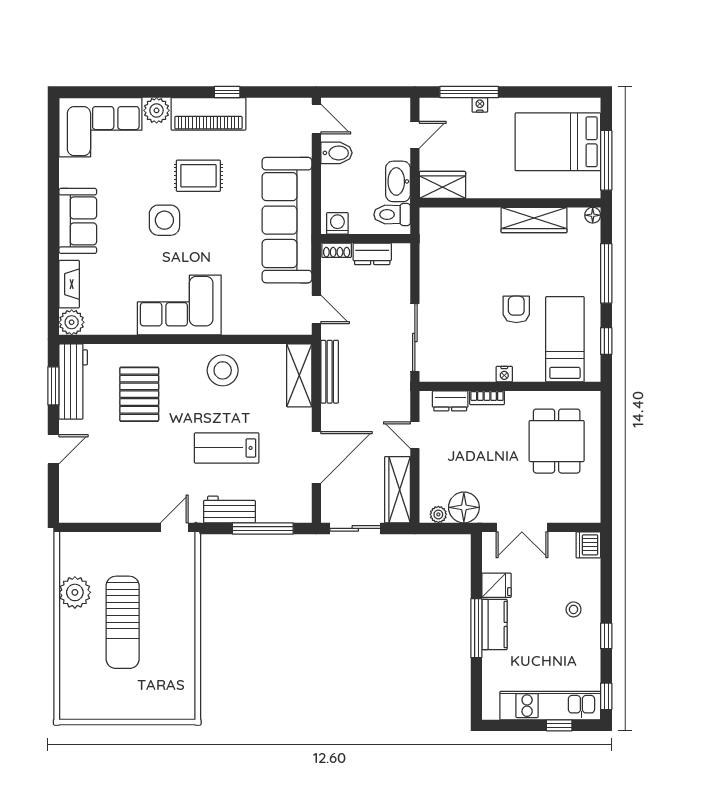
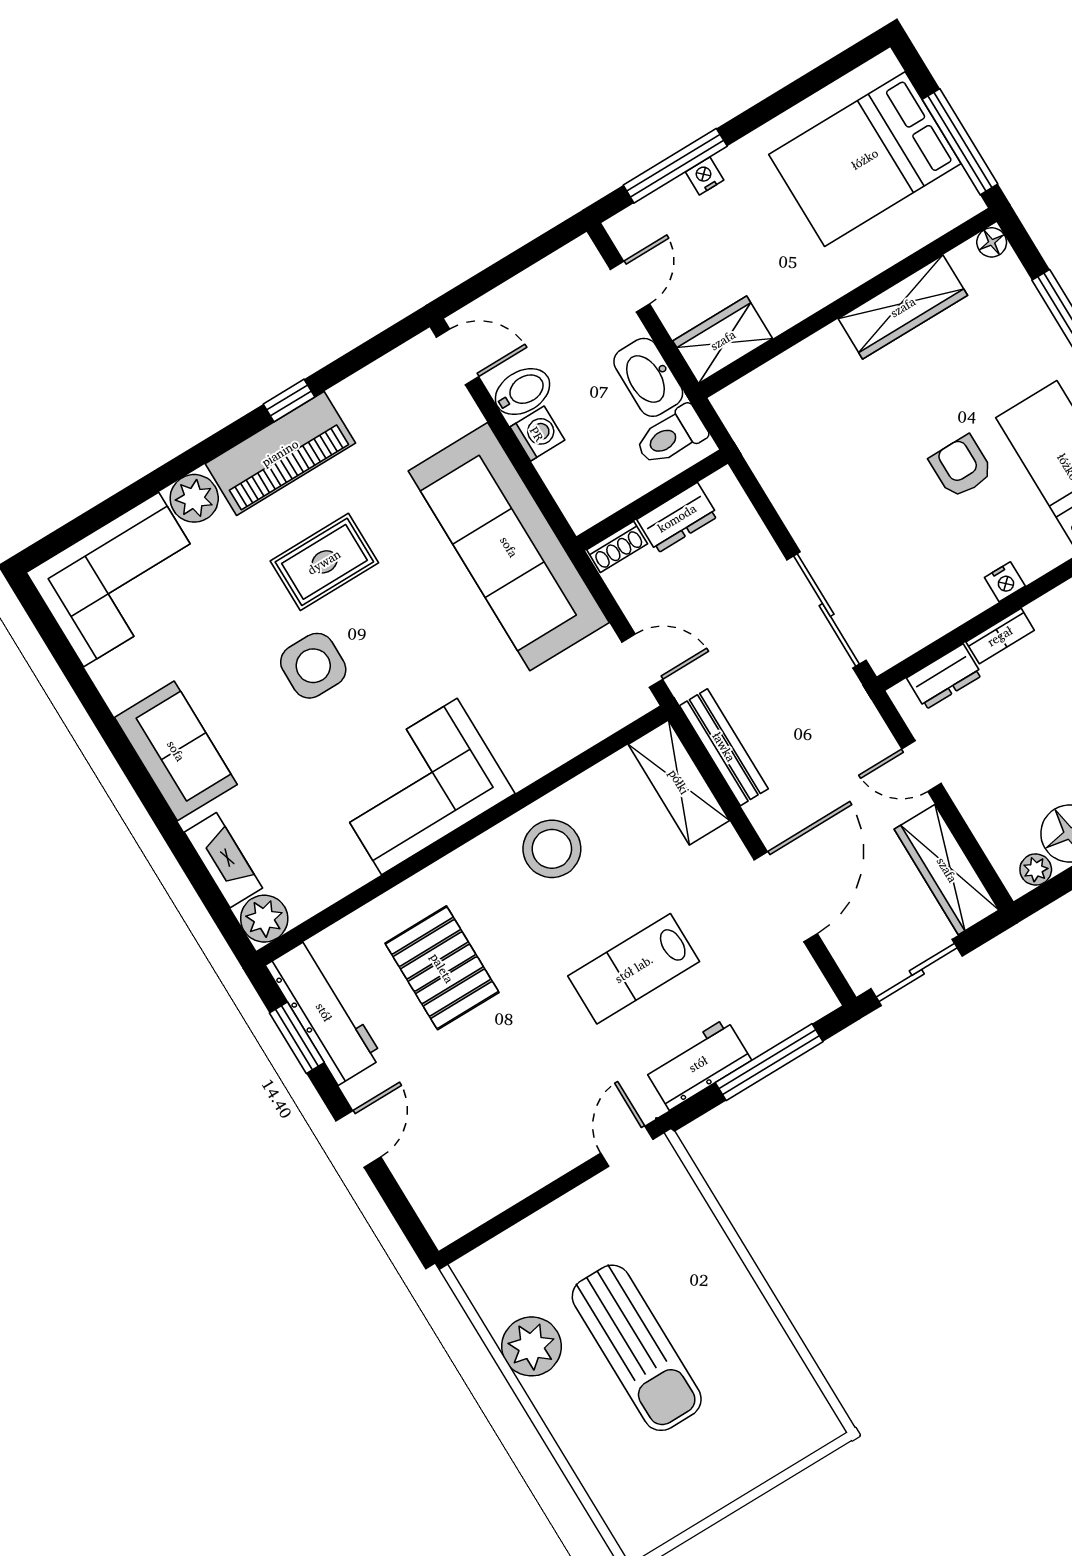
washing machine: (337, 223) -> (537, 434), moved, turned 90

